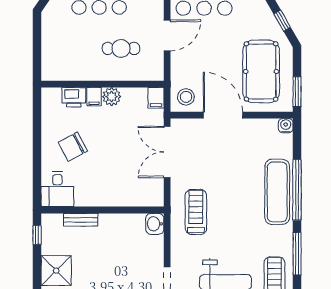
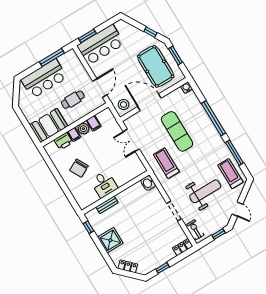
door: (167, 35) -> (100, 88), moved
booth: (67, 64) -> (49, 126), added
window: (297, 92) -> (175, 55), moved
filing cabinet: (156, 98) -> (94, 123), moved
double door: (167, 152) -> (131, 140), width x0.73
desk: (57, 189) -> (104, 184), moved
exercise mat: (277, 192) -> (177, 131), moved

